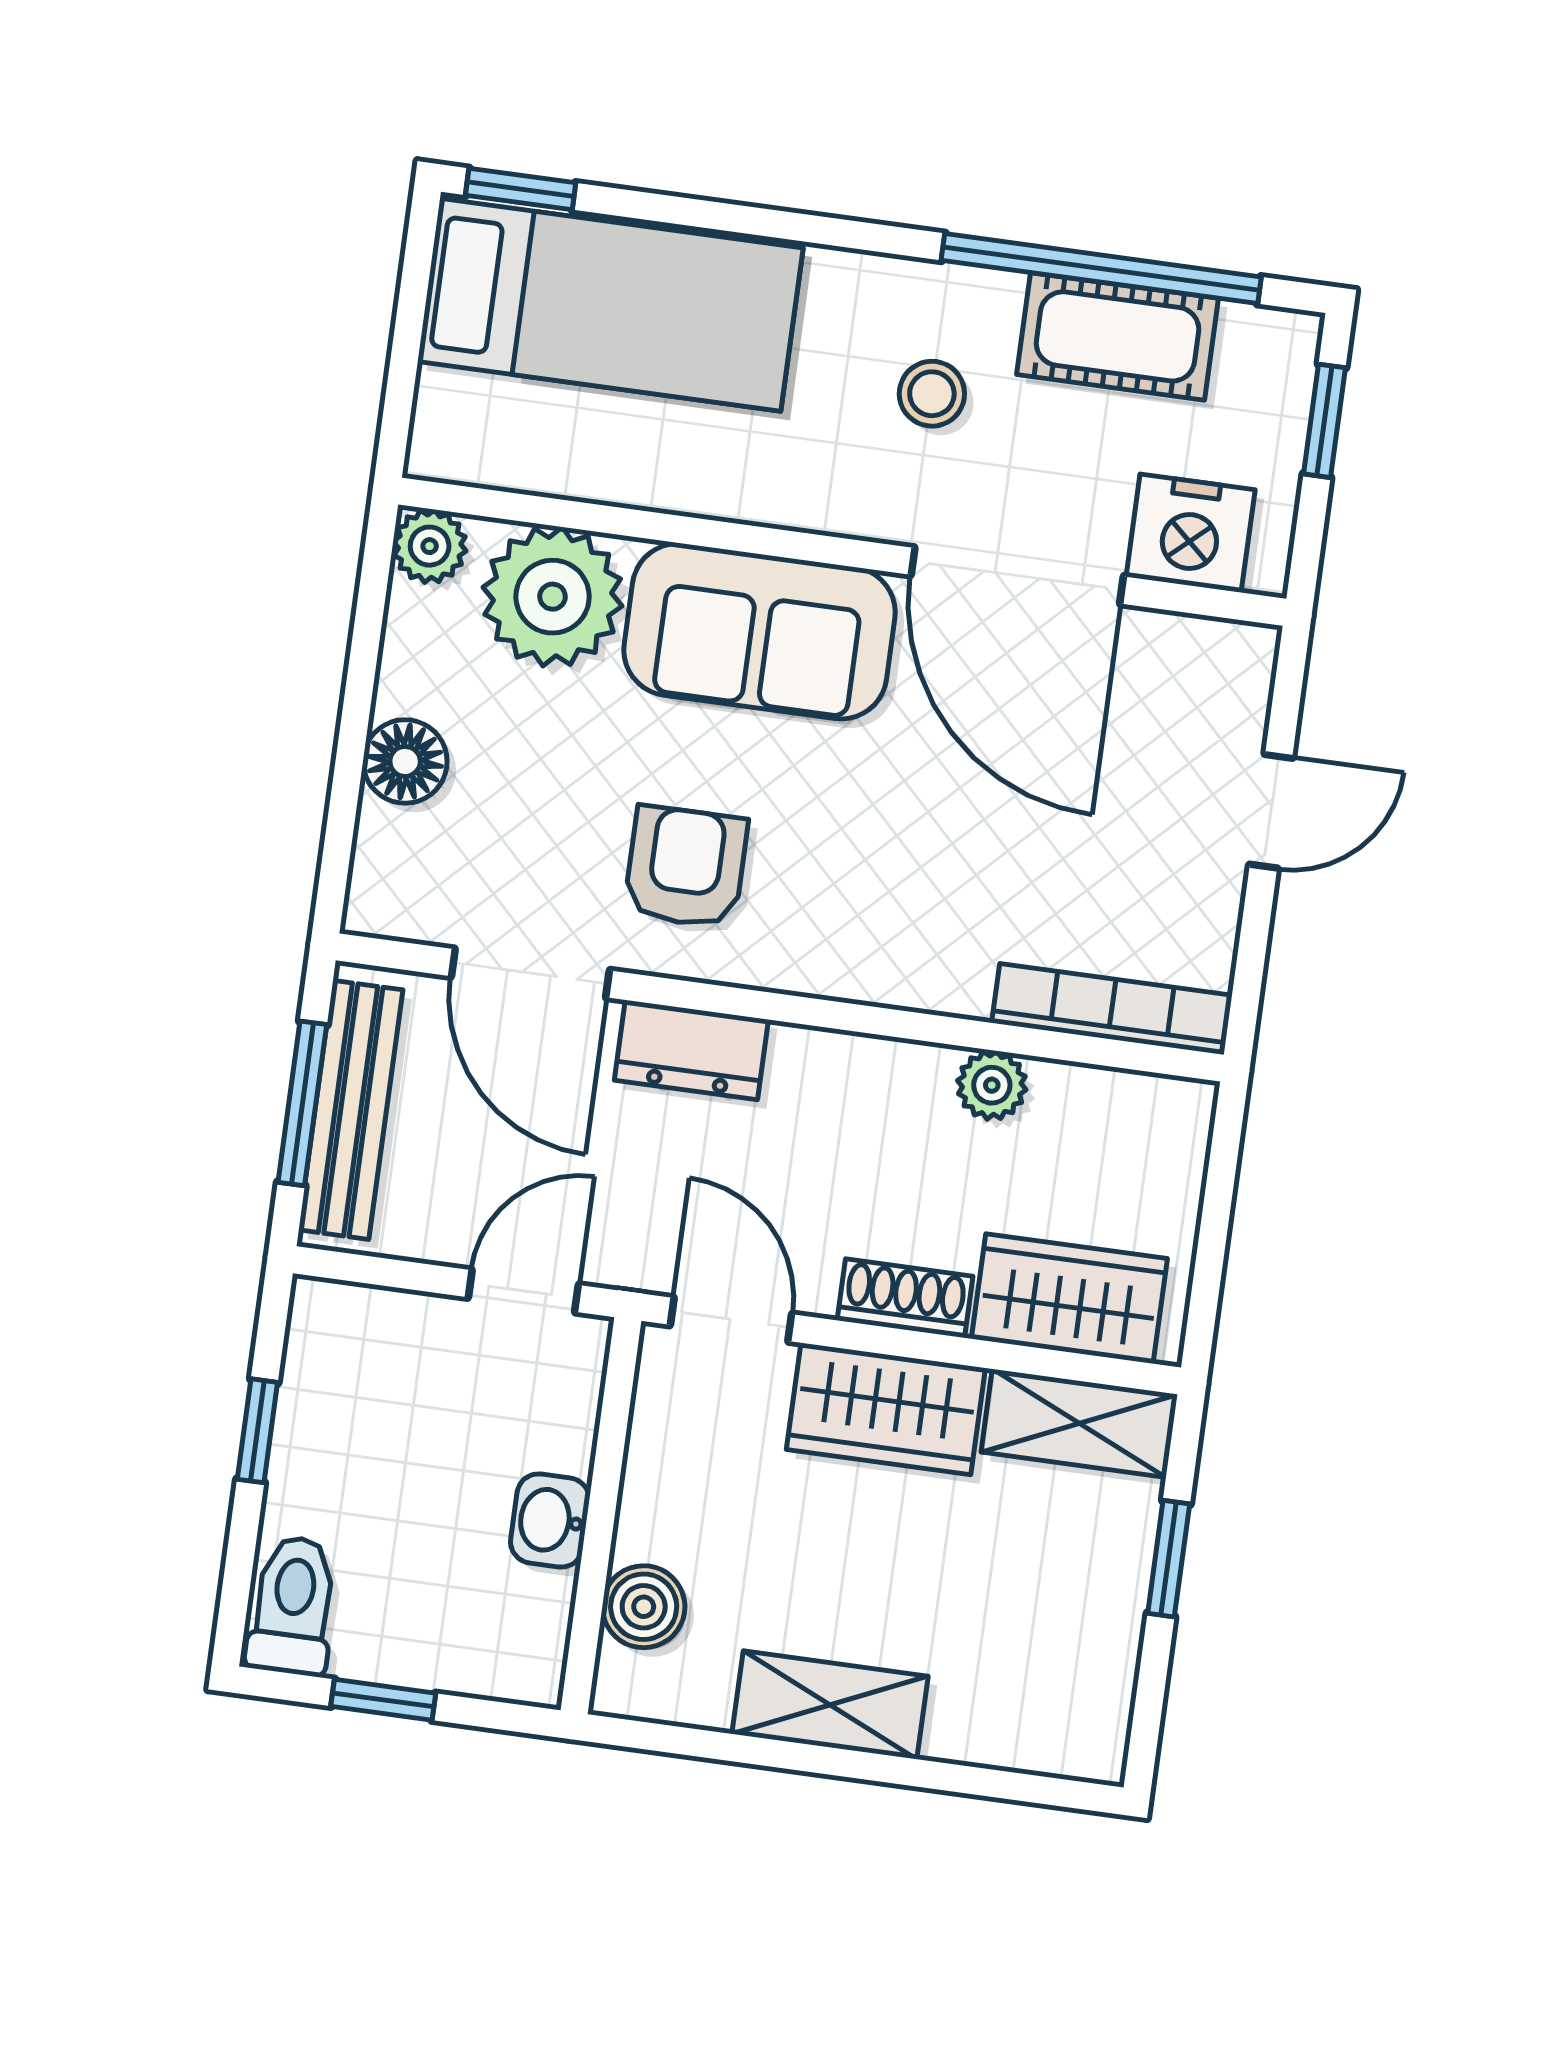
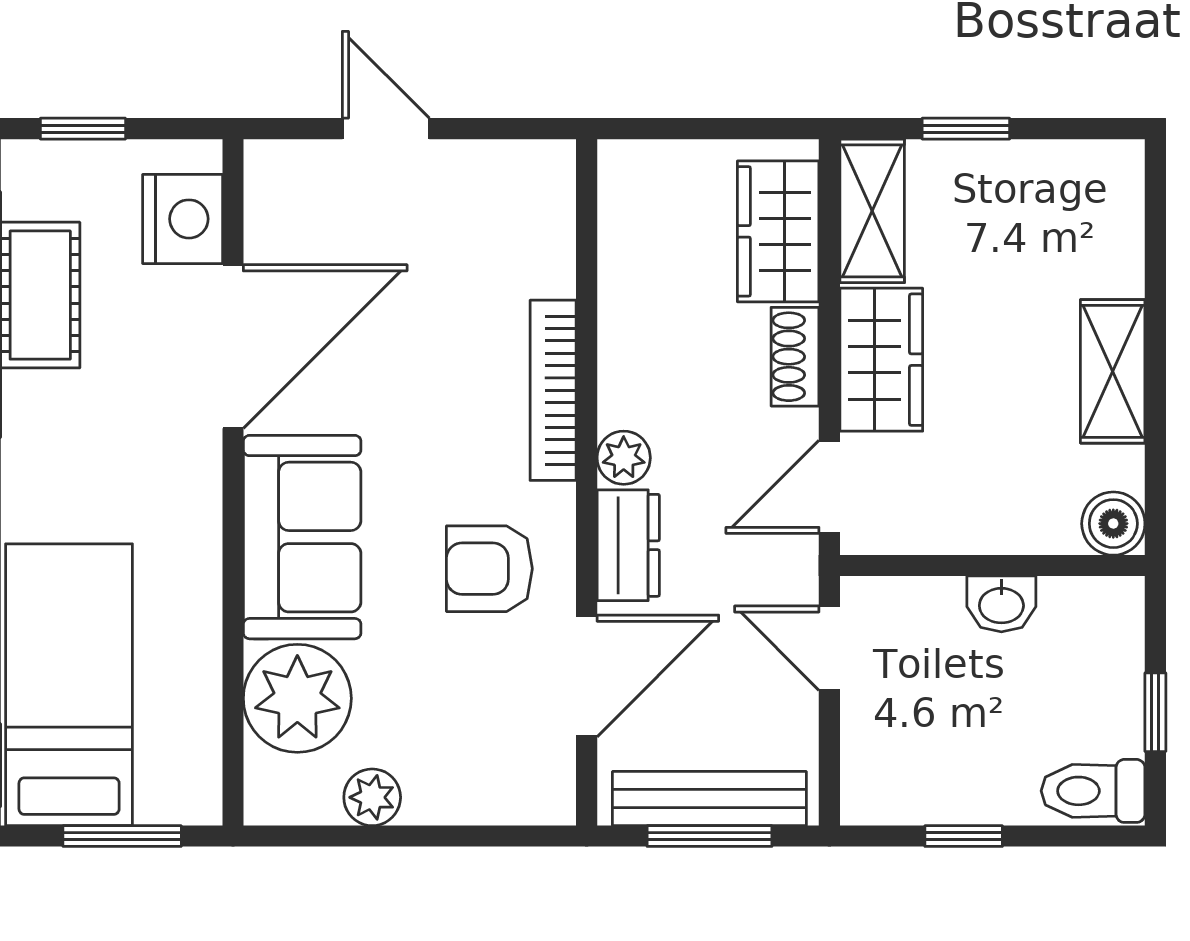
window: (406, 346) -> (122, 836), added
stool: (932, 394) -> (103, 431), removed
plant: (430, 546) -> (372, 797), moved
floor lamp: (405, 761) -> (438, 793), removed
bookcase: (1112, 1009) -> (553, 390), moved
plant: (992, 1085) -> (624, 458), moved
boiler: (644, 1607) -> (1113, 524), moved

